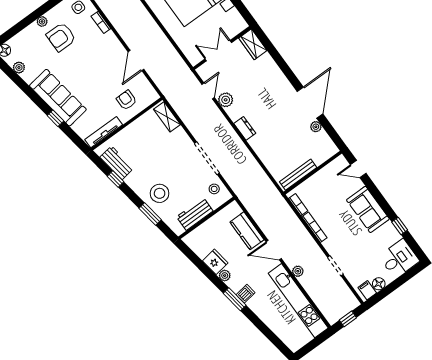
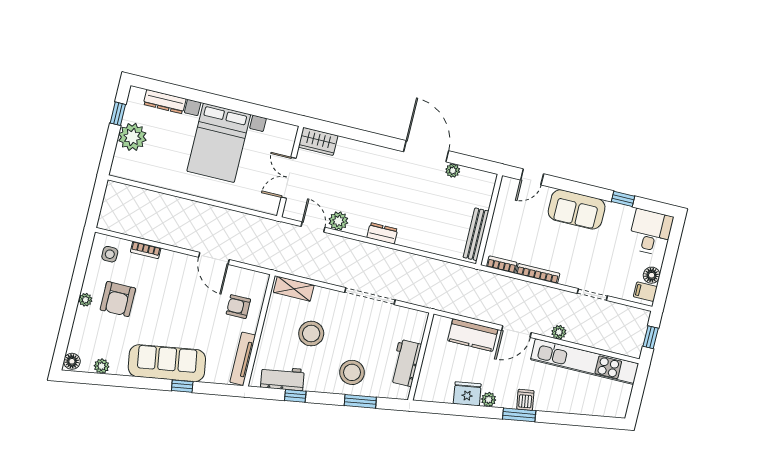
stool: (214, 189) -> (311, 334), moved, width x1.89, depth x1.89

